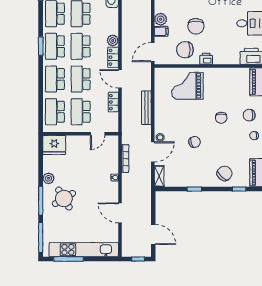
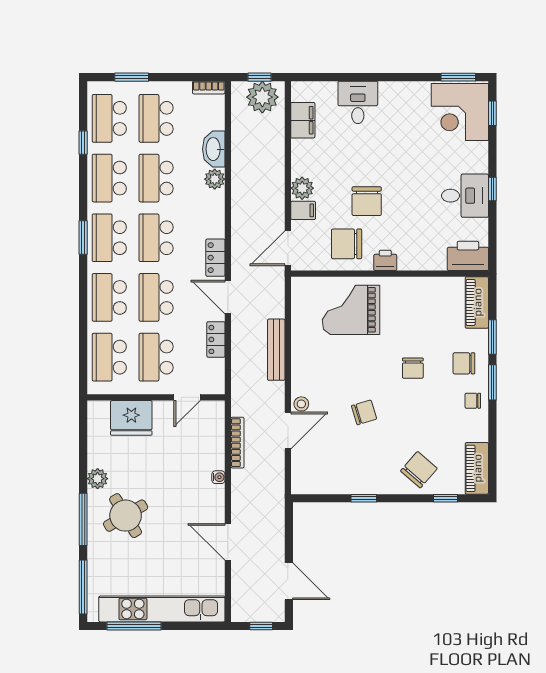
plant: (113, 40) -> (215, 179), moved
fridge: (54, 145) -> (131, 418), moved
shelving: (159, 176) -> (300, 475), removed

